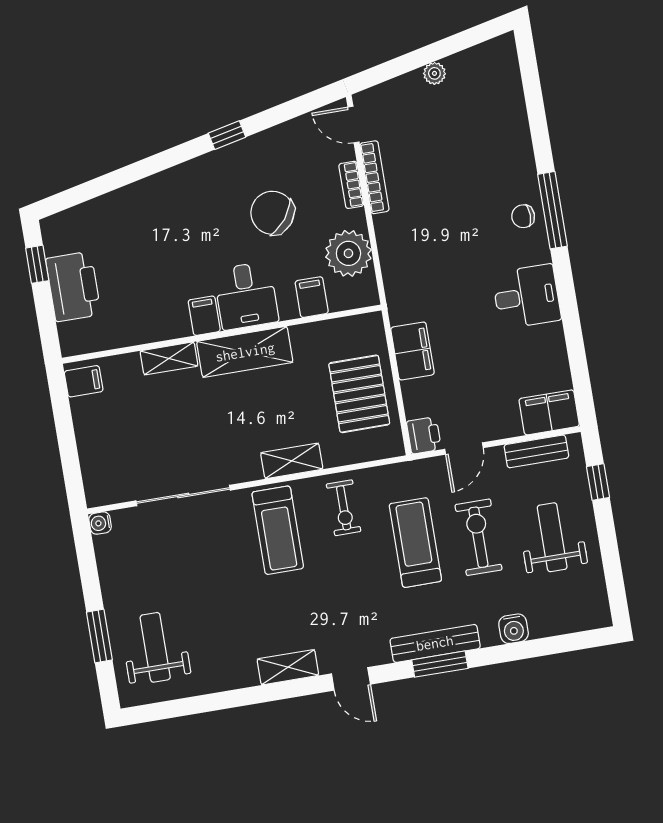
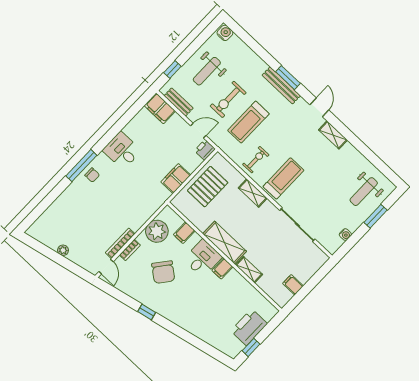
filing cabinet: (84, 381) -> (293, 285), moved
water cooler: (100, 523) -> (345, 235), moved
water cooler: (514, 629) -> (225, 33), moved

